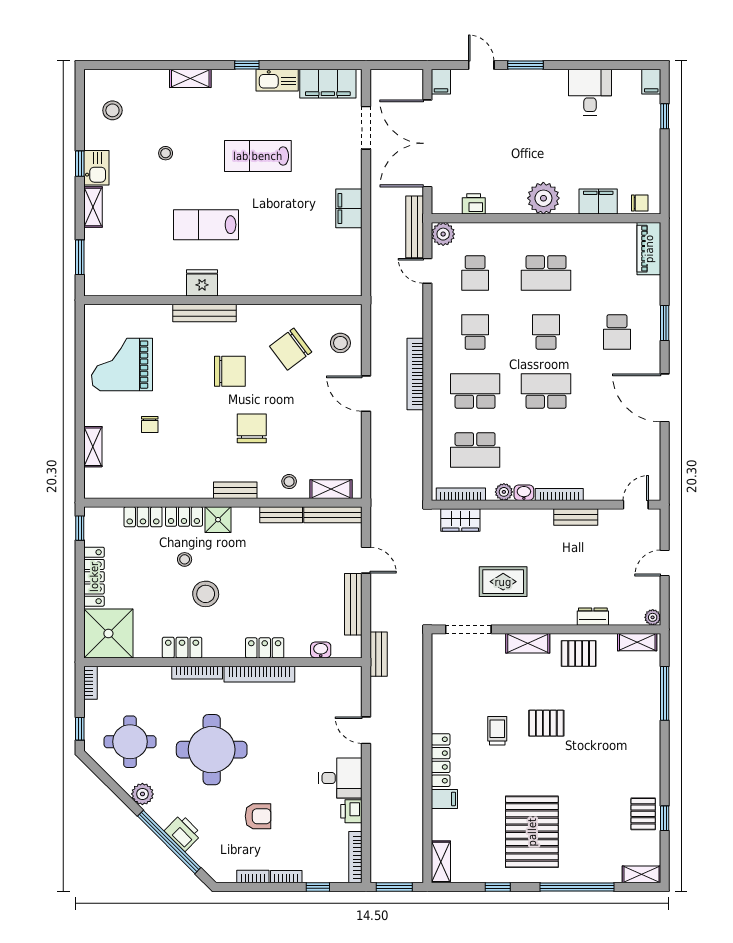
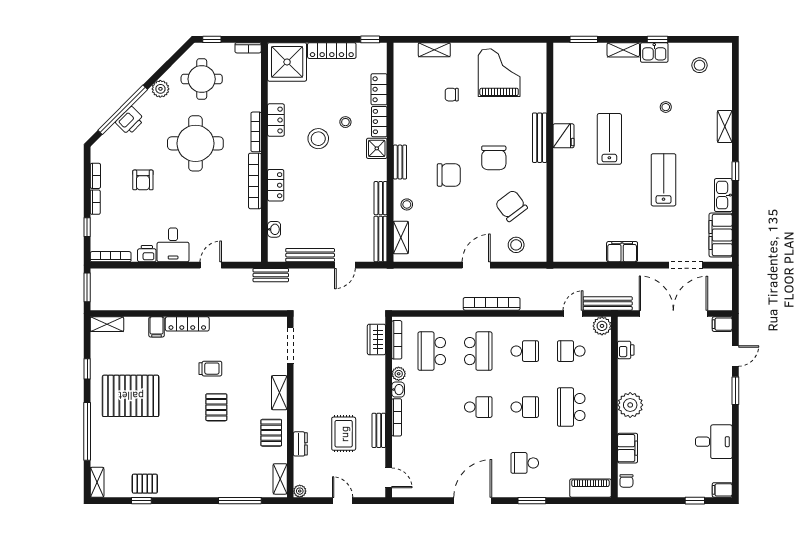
school desk: (546, 391) -> (478, 407), width x0.54
rug: (503, 582) -> (344, 434), moved

